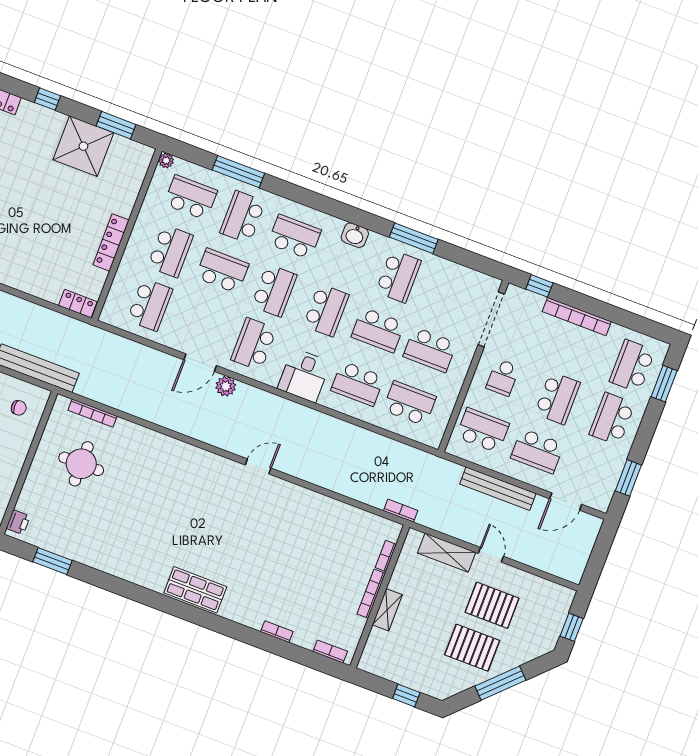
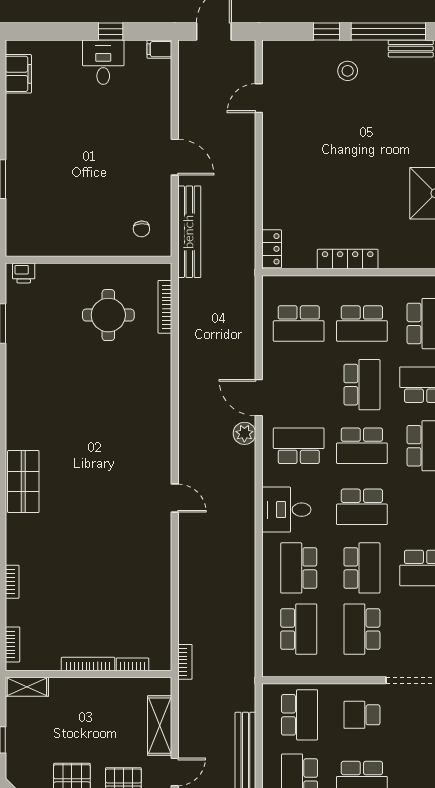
school desk: (378, 330) -> (362, 568), turned 180
shelving: (387, 610) -> (27, 687), moved

